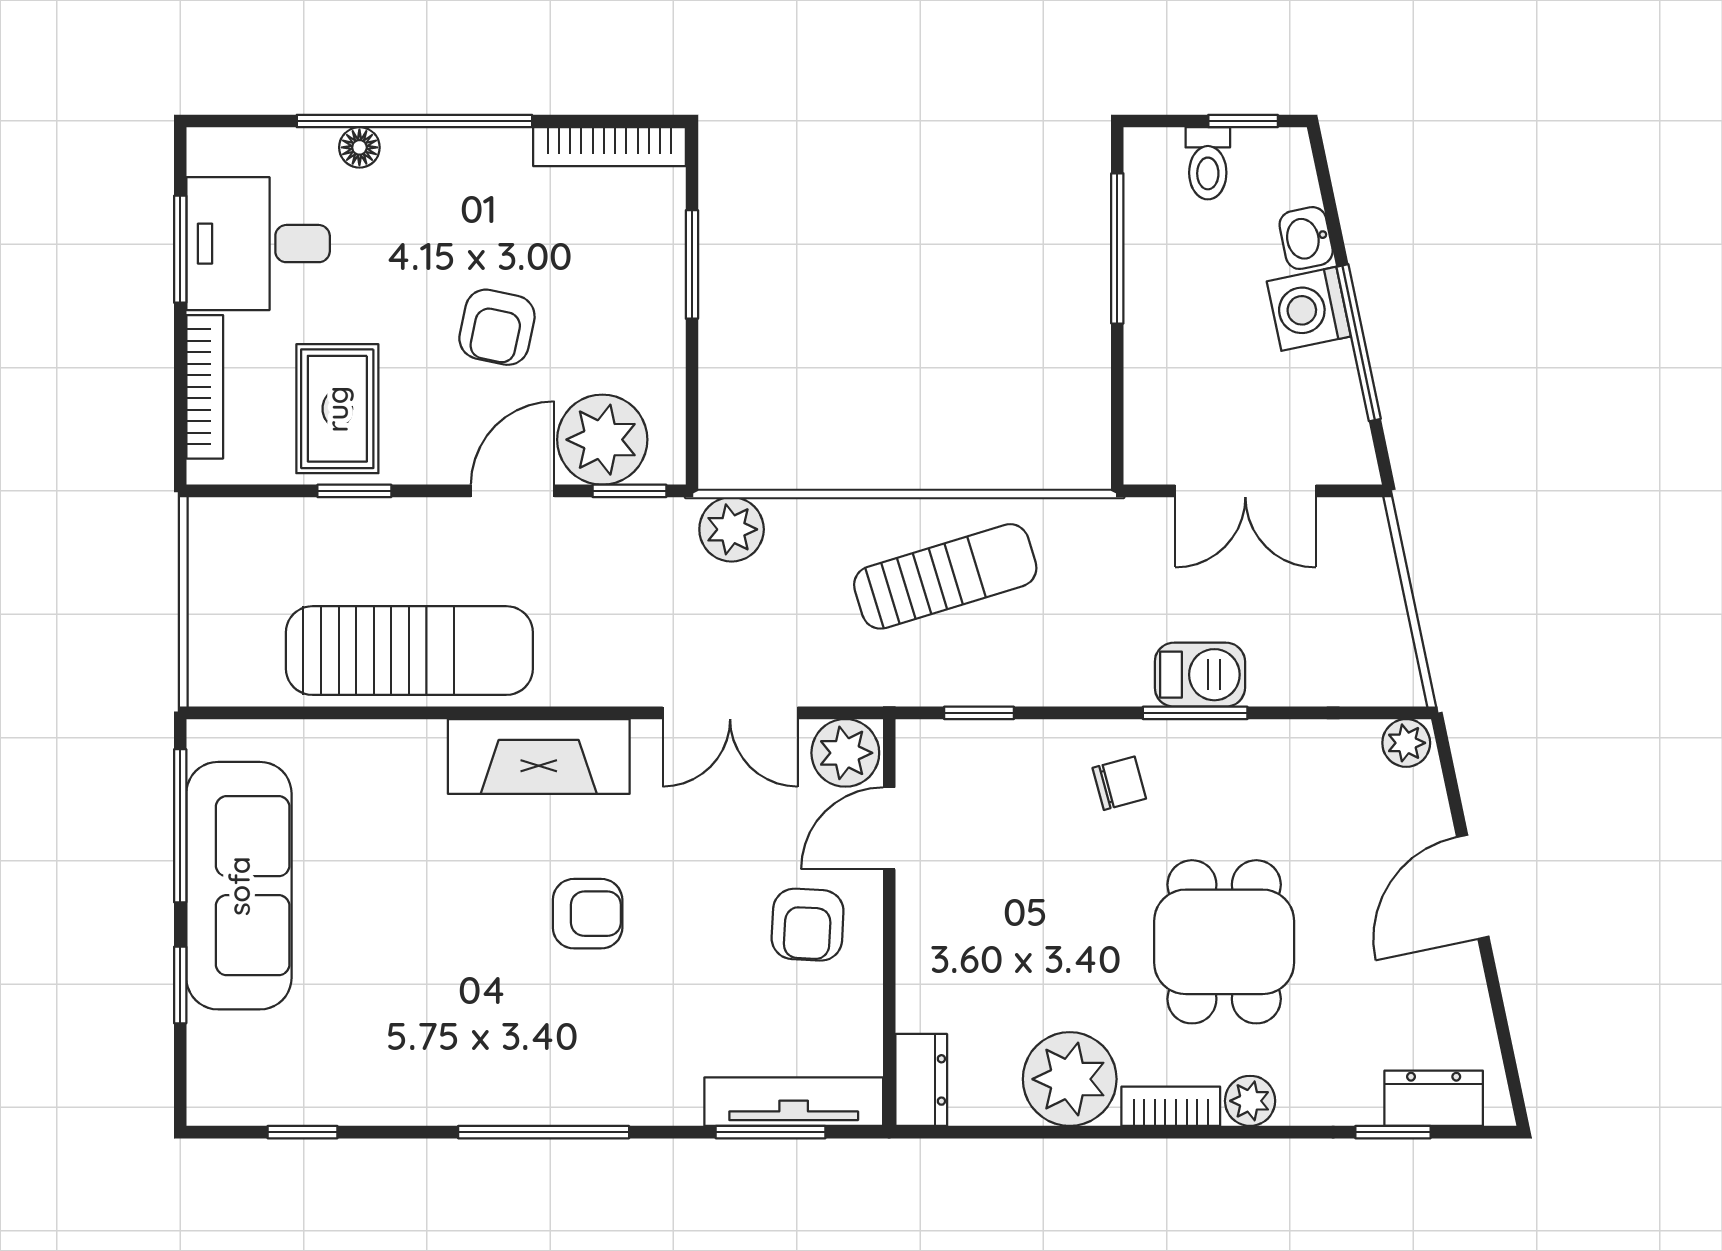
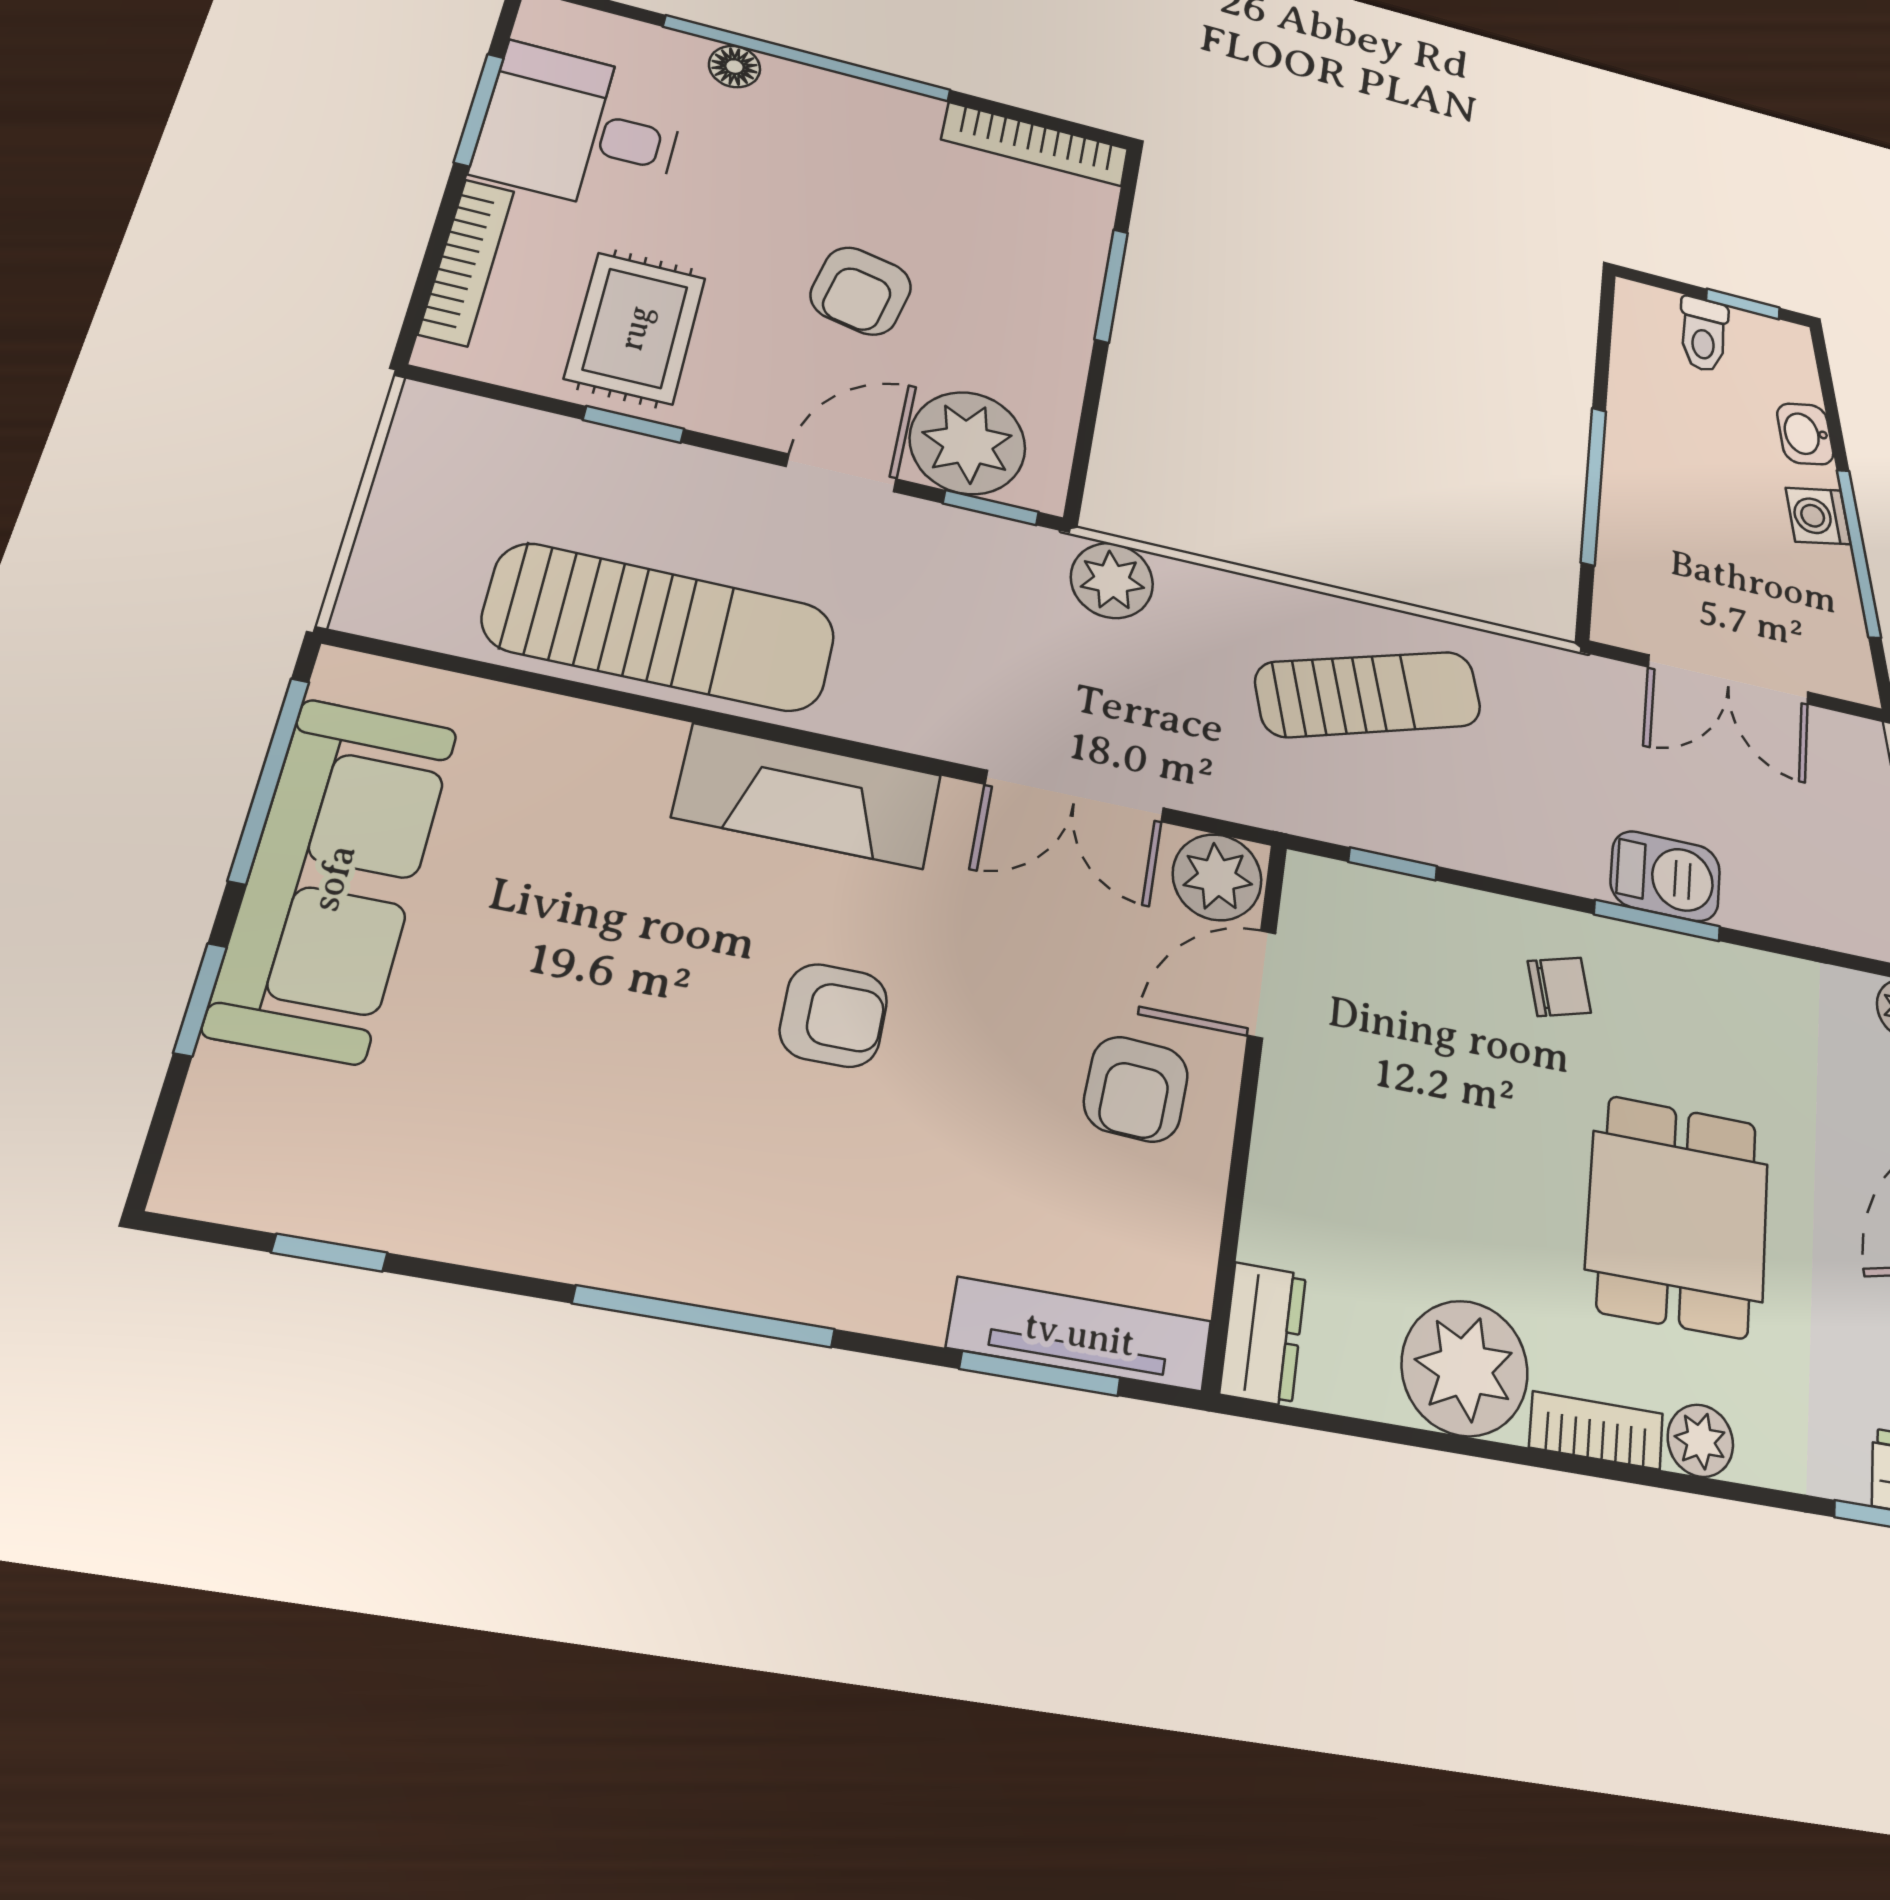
window: (1117, 248) -> (1593, 486), moved
washing machine: (1309, 309) -> (1818, 516), width x0.73, depth x0.73

